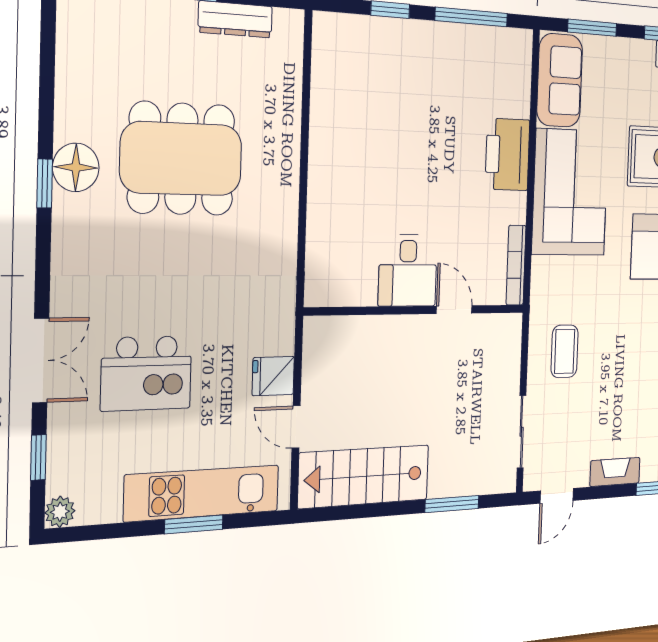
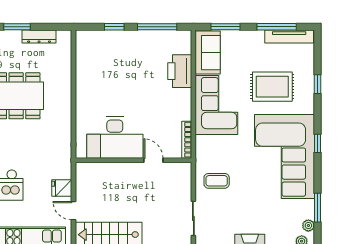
printer: (508, 154) -> (180, 71), moved
desk: (408, 270) -> (115, 137), width x1.87, depth x1.30
coffee table: (565, 351) -> (217, 181), turned 90

